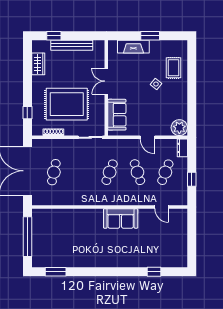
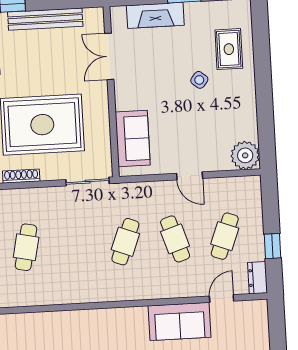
double door: (106, 81) -> (109, 56), moved
dresser: (182, 148) -> (258, 278), moved
door: (162, 207) -> (222, 299), swing flipped
sofa: (121, 218) -> (180, 321), moved

